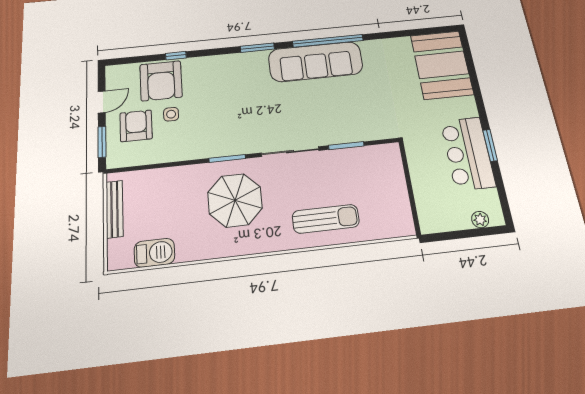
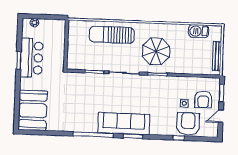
sofa: (316, 62) -> (124, 124), moved
sun lounger: (326, 219) -> (112, 35), width x1.36, depth x1.34

